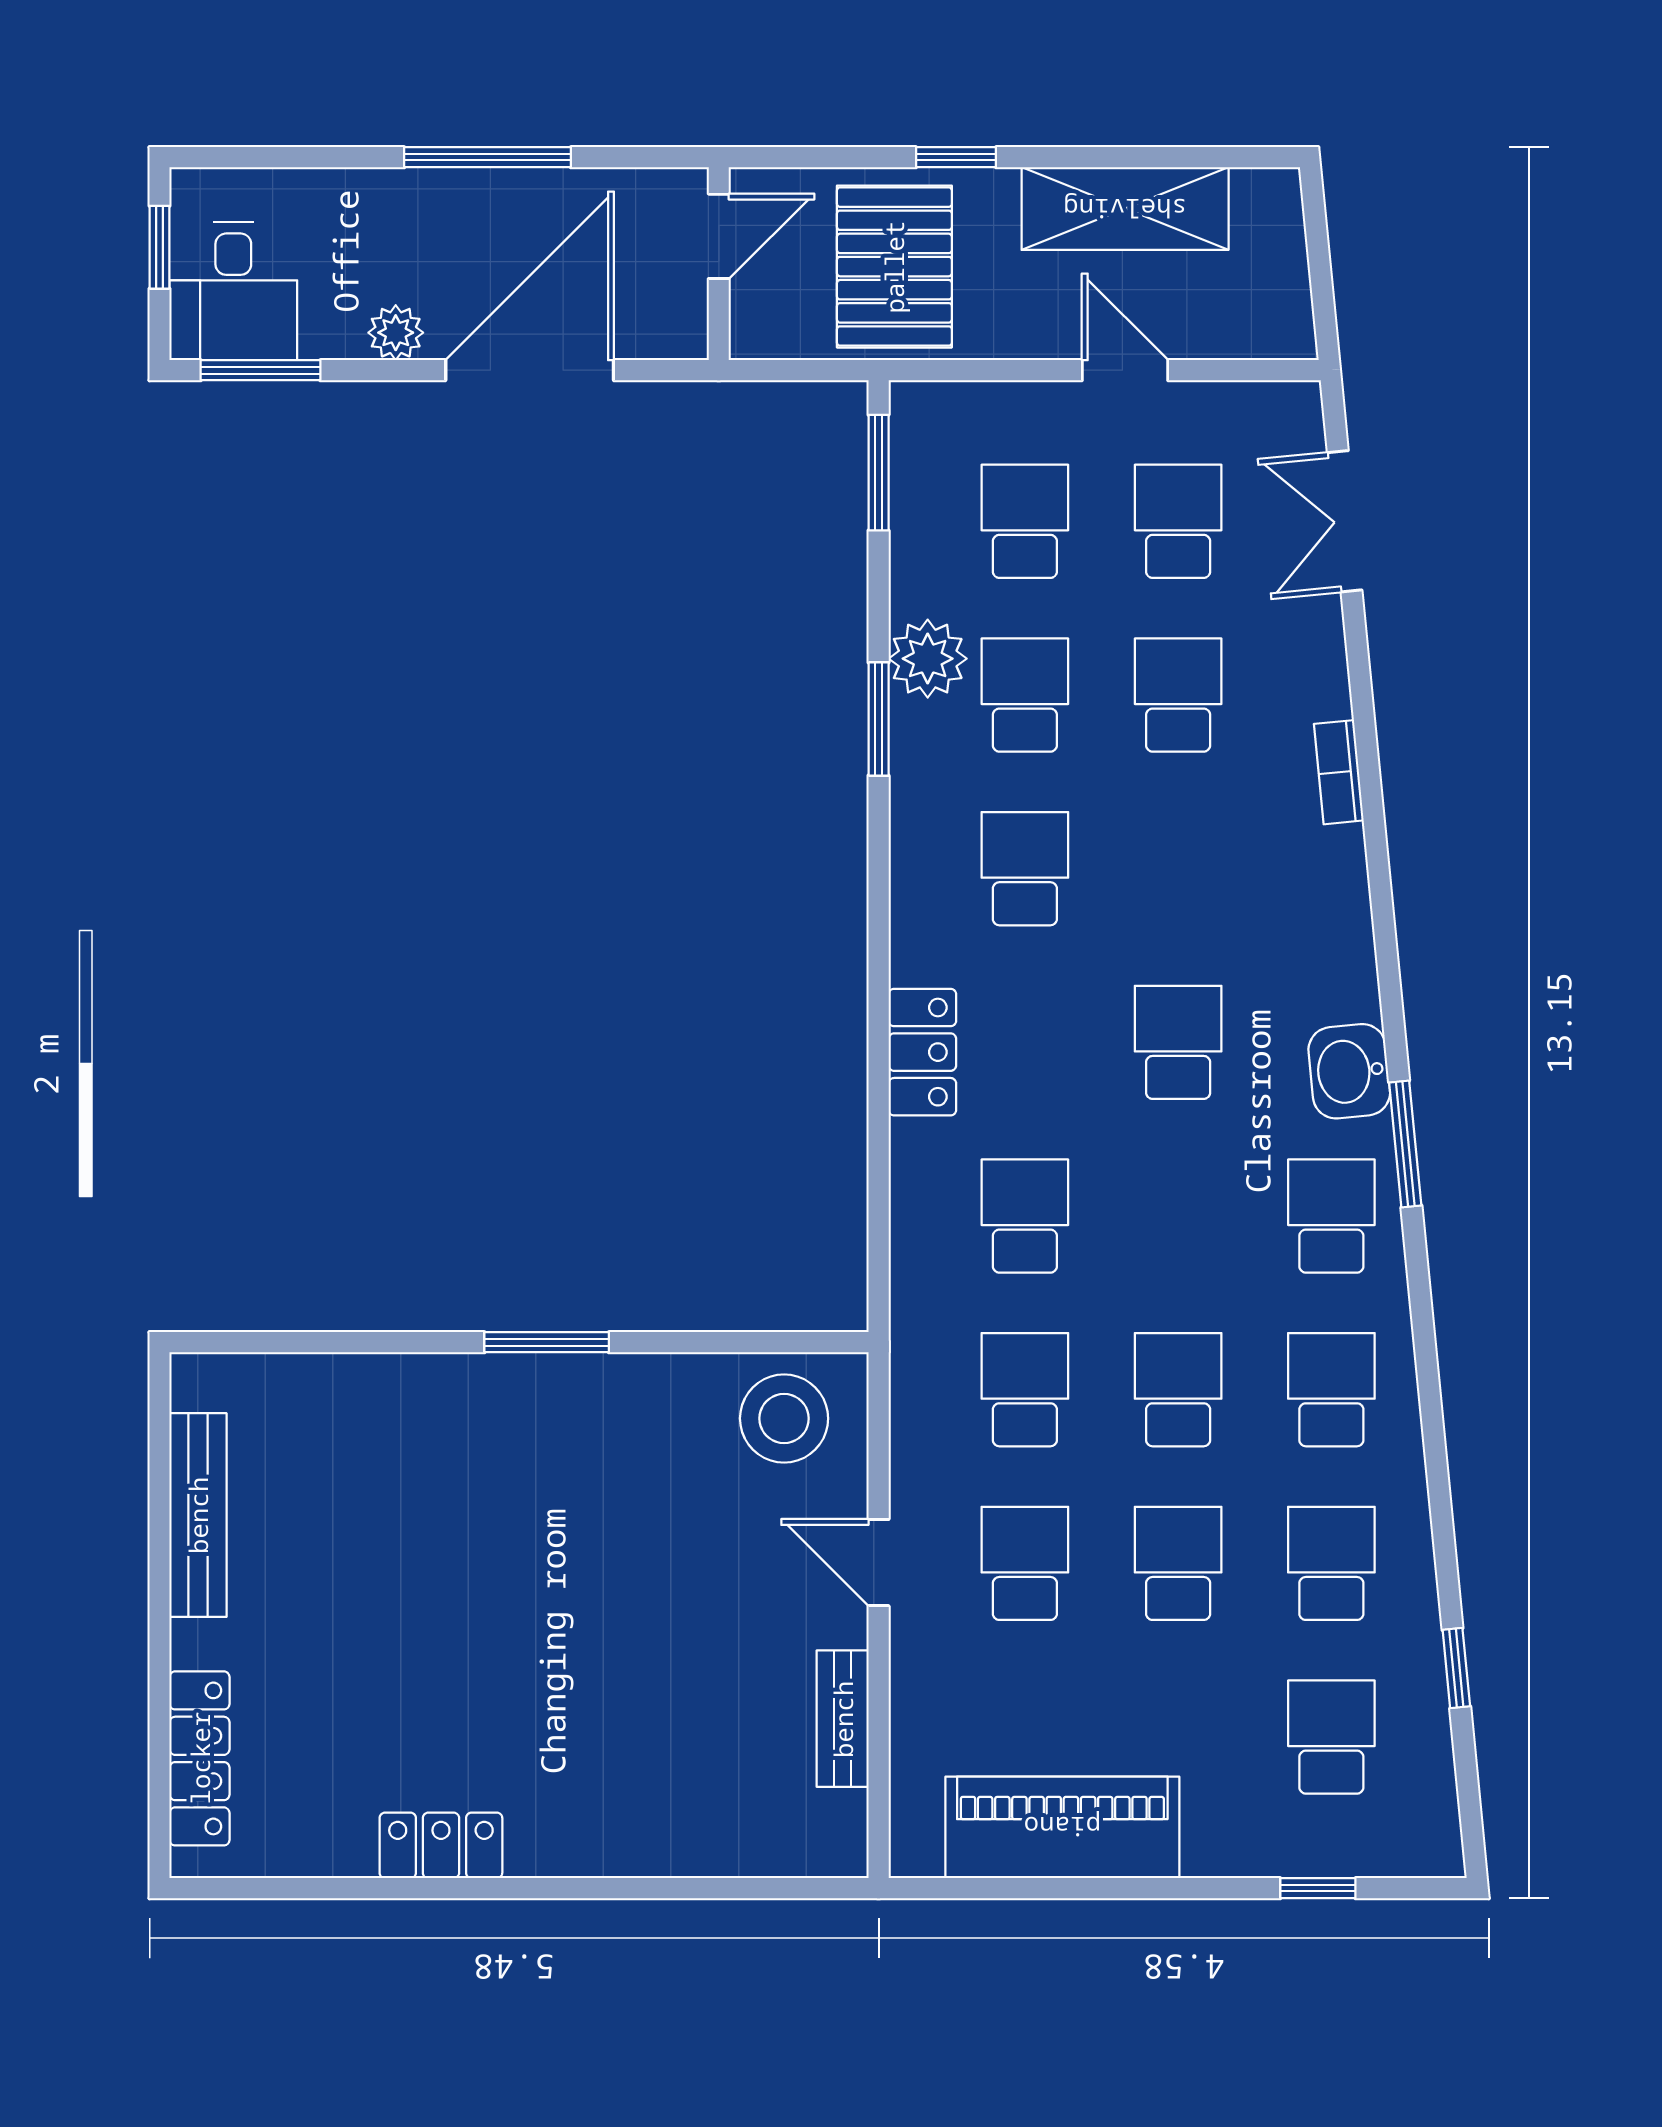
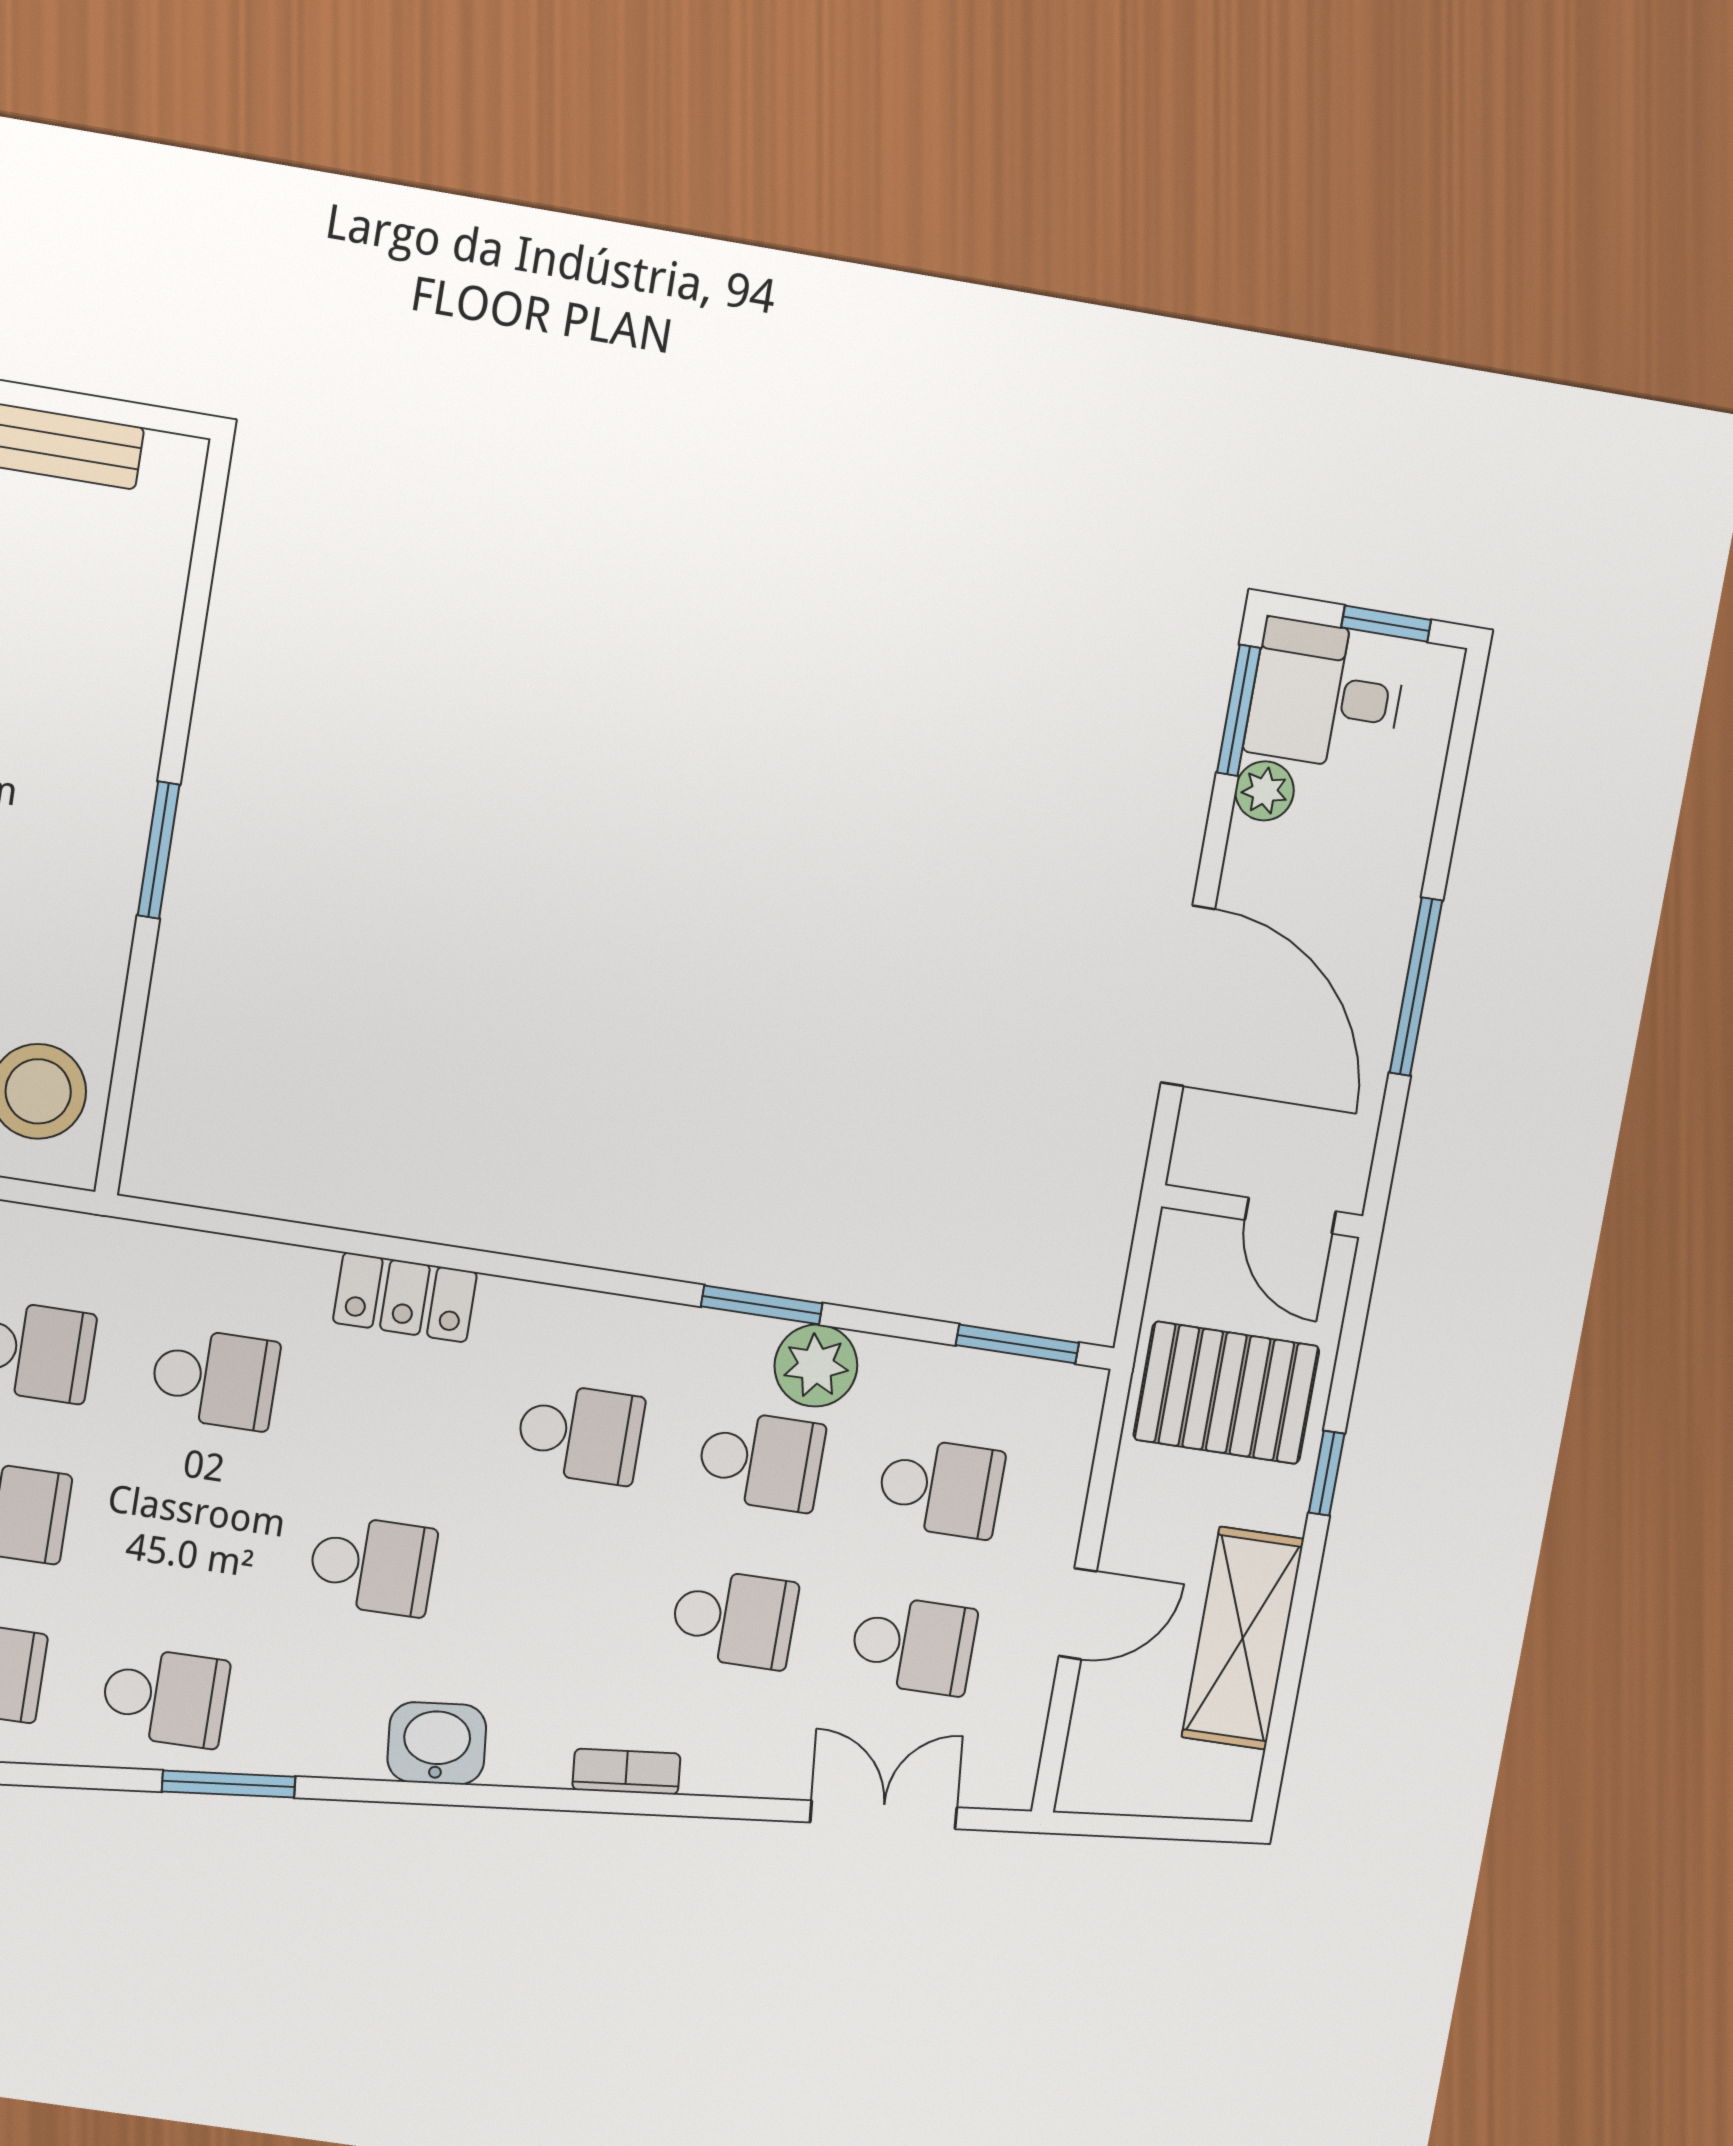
plant: (396, 333) -> (1265, 791), moved
washbasin: (1349, 1071) -> (437, 1743), moved

